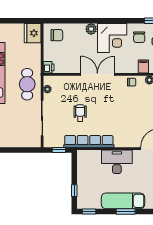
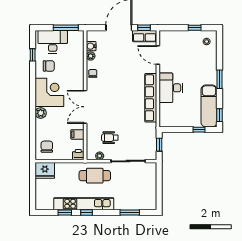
filing cabinet: (143, 66) -> (77, 134), moved
wheelchair: (80, 113) -> (110, 138), moved
row of seats: (89, 141) -> (151, 98), moved
exam couch: (123, 201) -> (209, 106), moved

